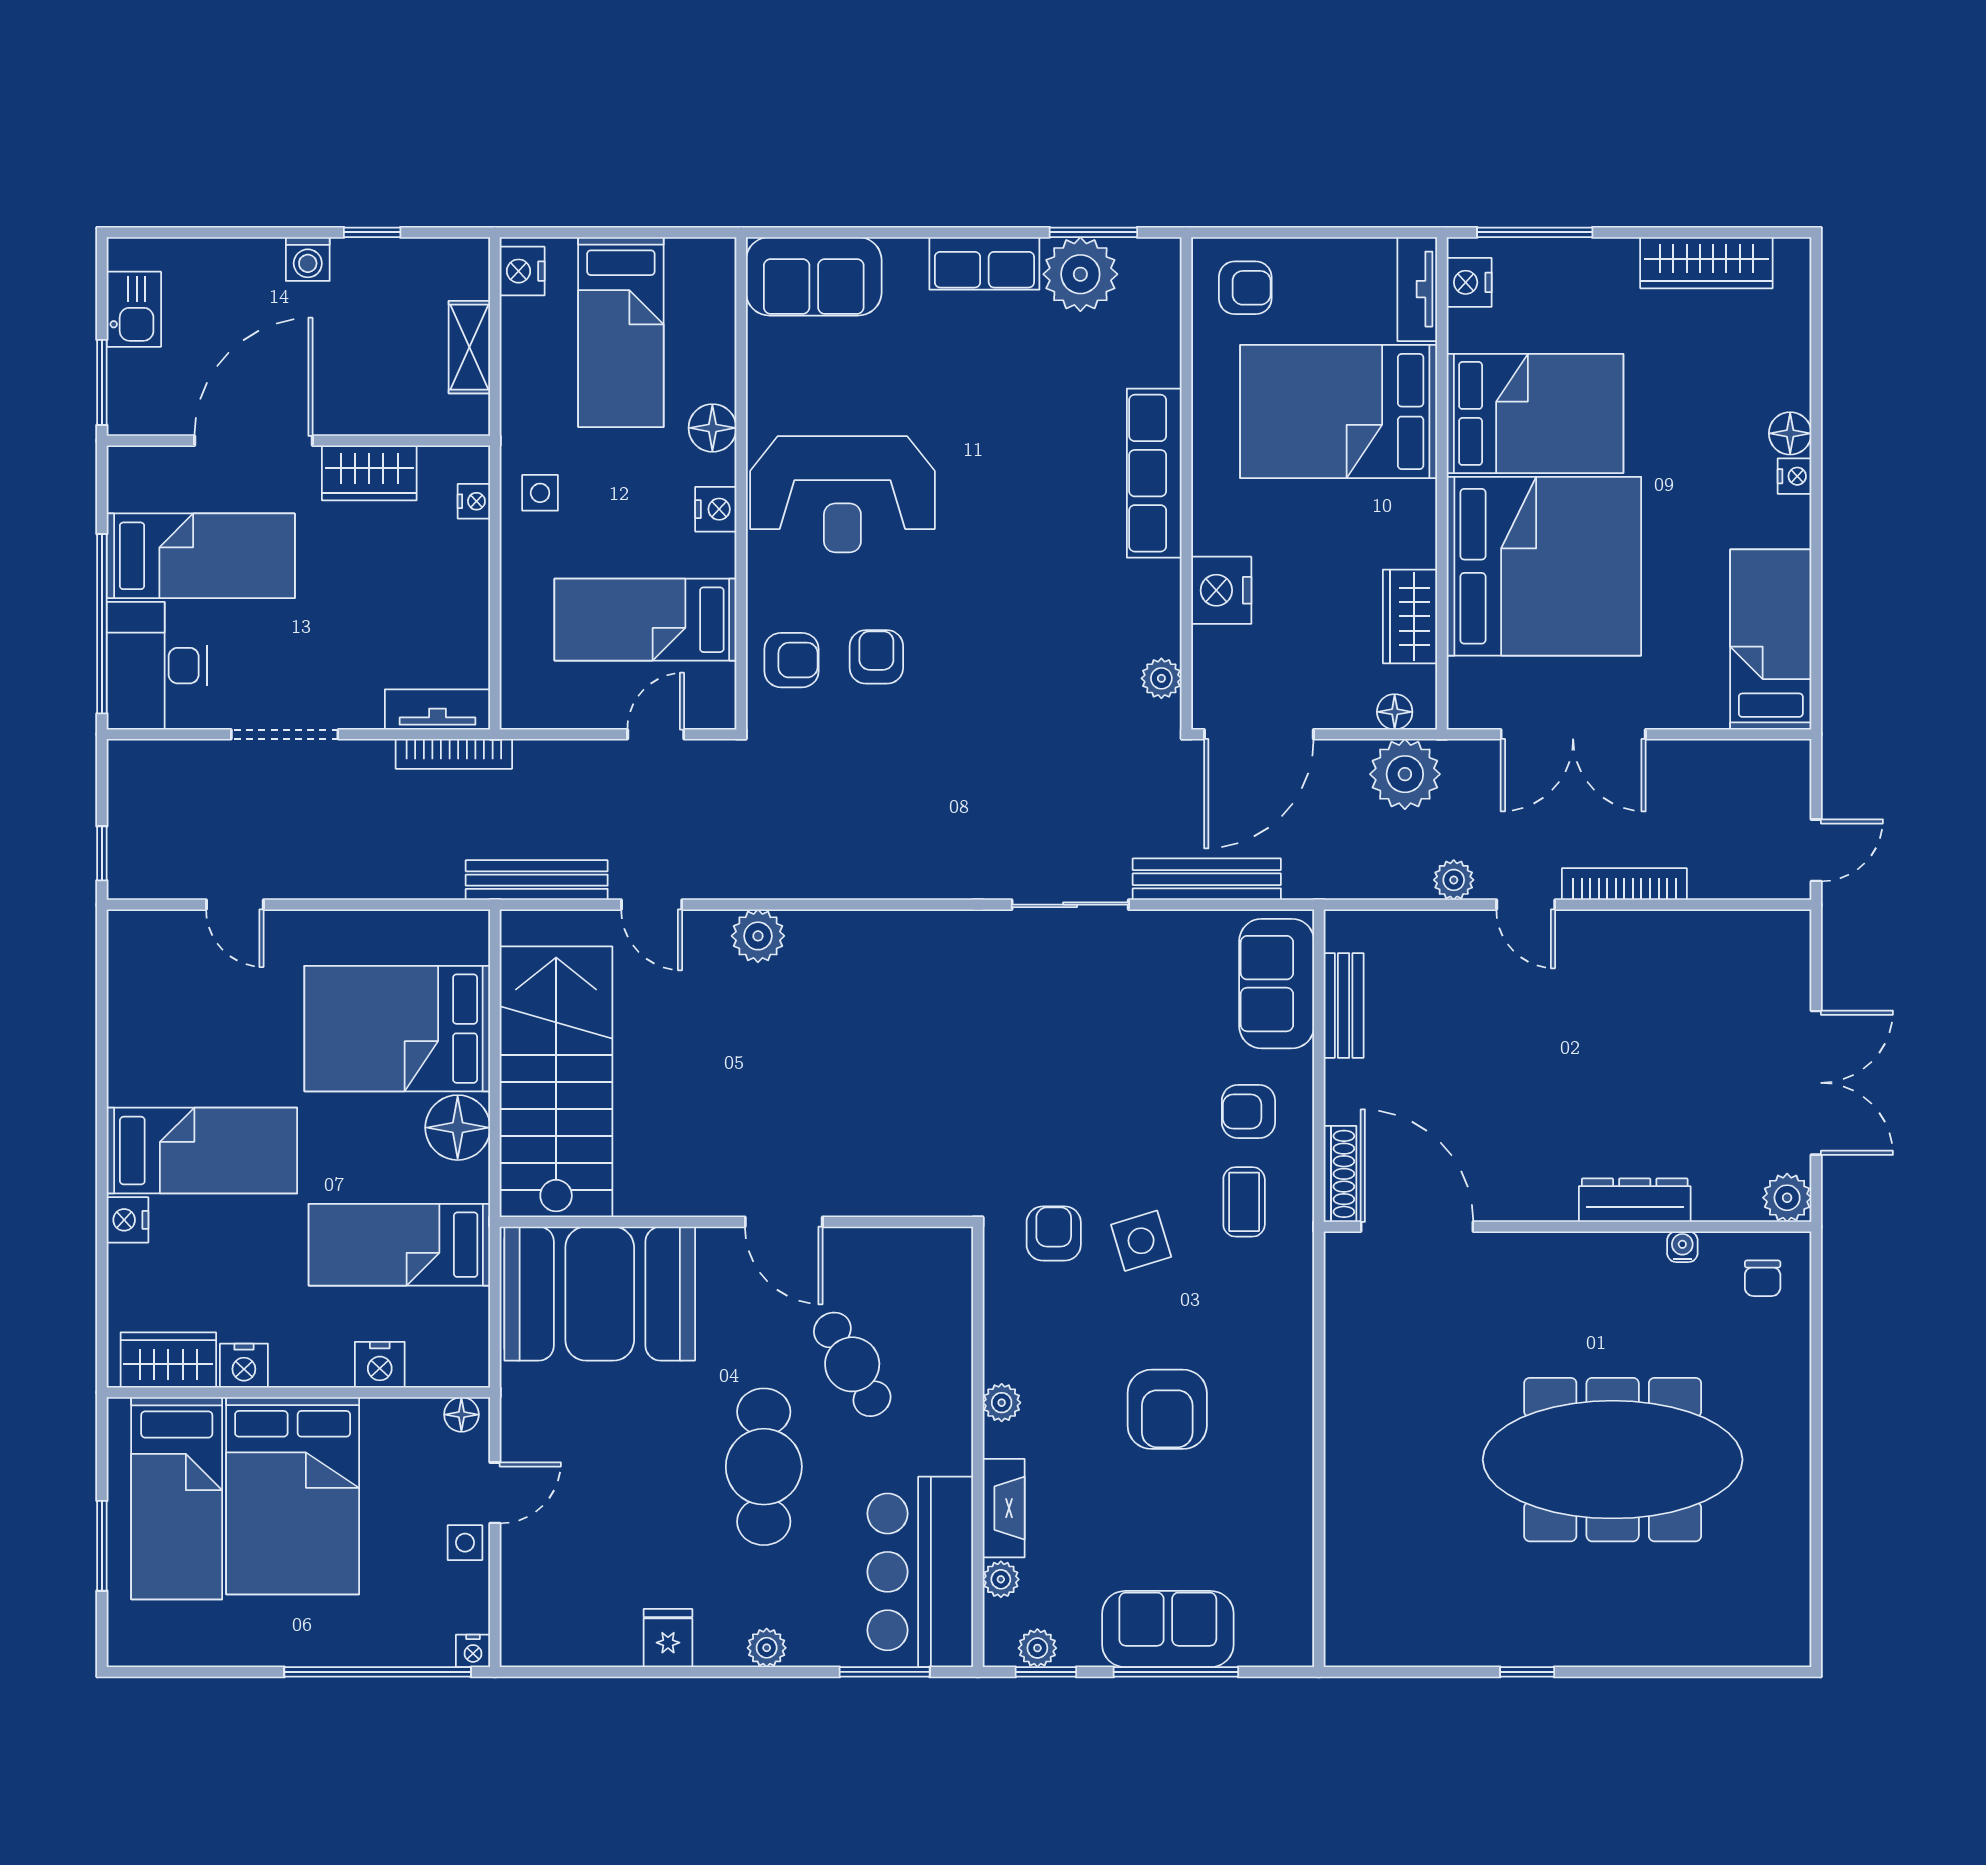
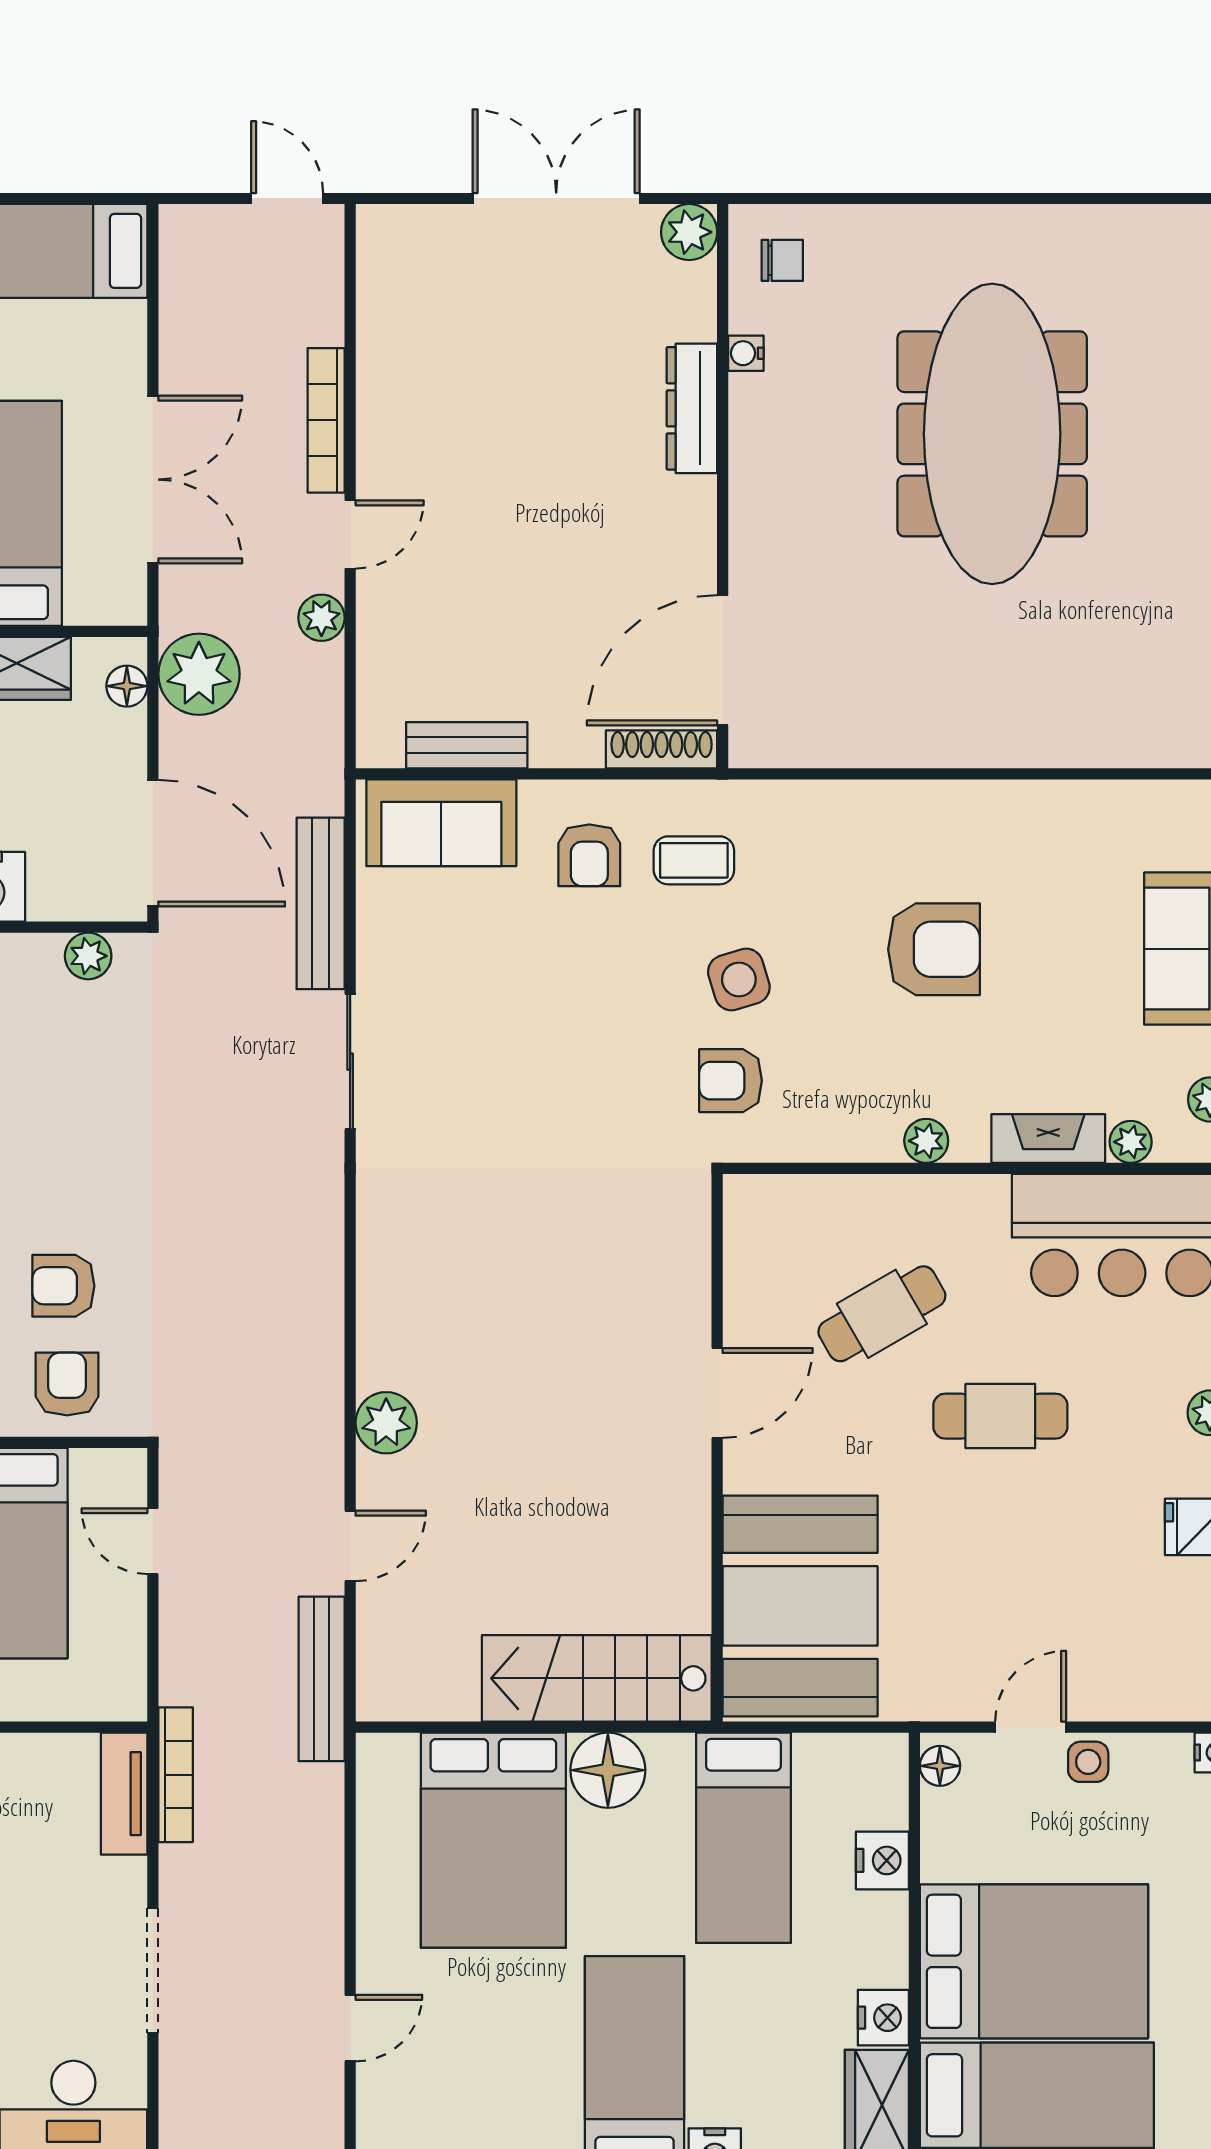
stairs: (556, 1082) -> (597, 1678), width x0.73, depth x0.66
cafe table: (764, 1467) -> (1000, 1416), width x0.73, depth x0.74
door: (495, 1493) -> (1031, 1727), hinge flipped

